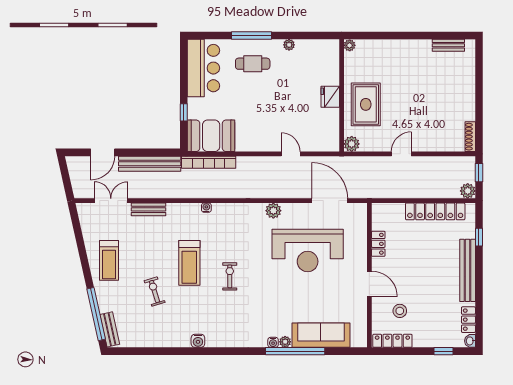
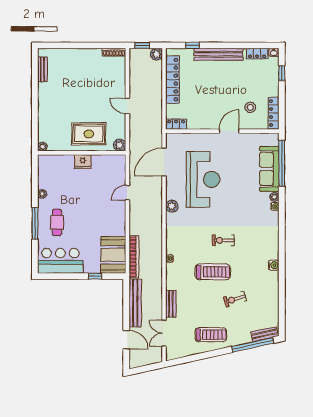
locker: (378, 244) -> (176, 124), moved
window: (295, 351) -> (282, 163), moved

